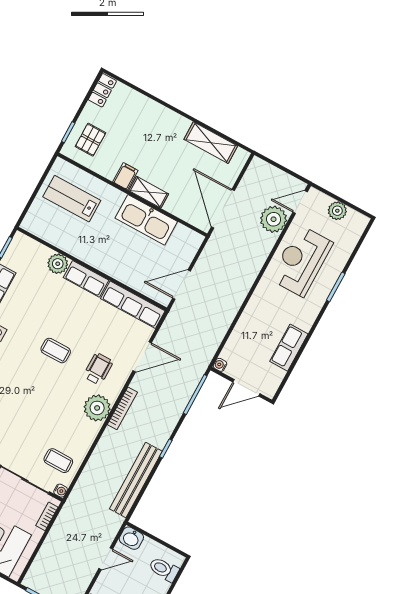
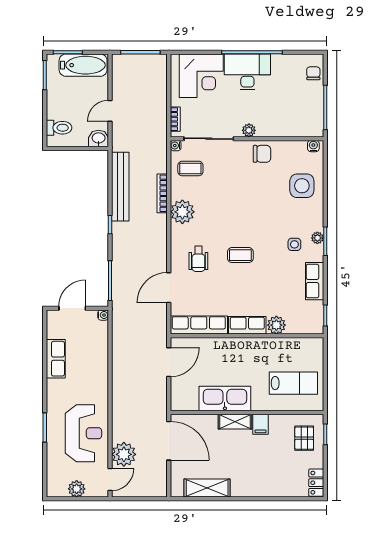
plant: (97, 408) -> (182, 212), moved
bookcase: (122, 408) -> (162, 193), moved

